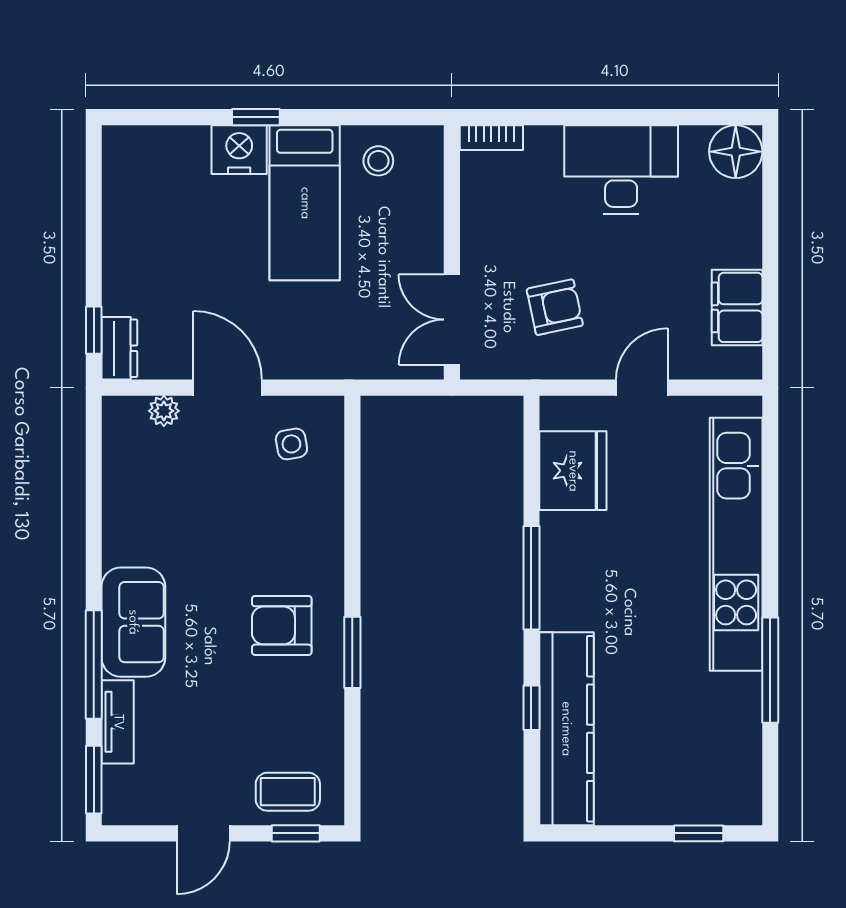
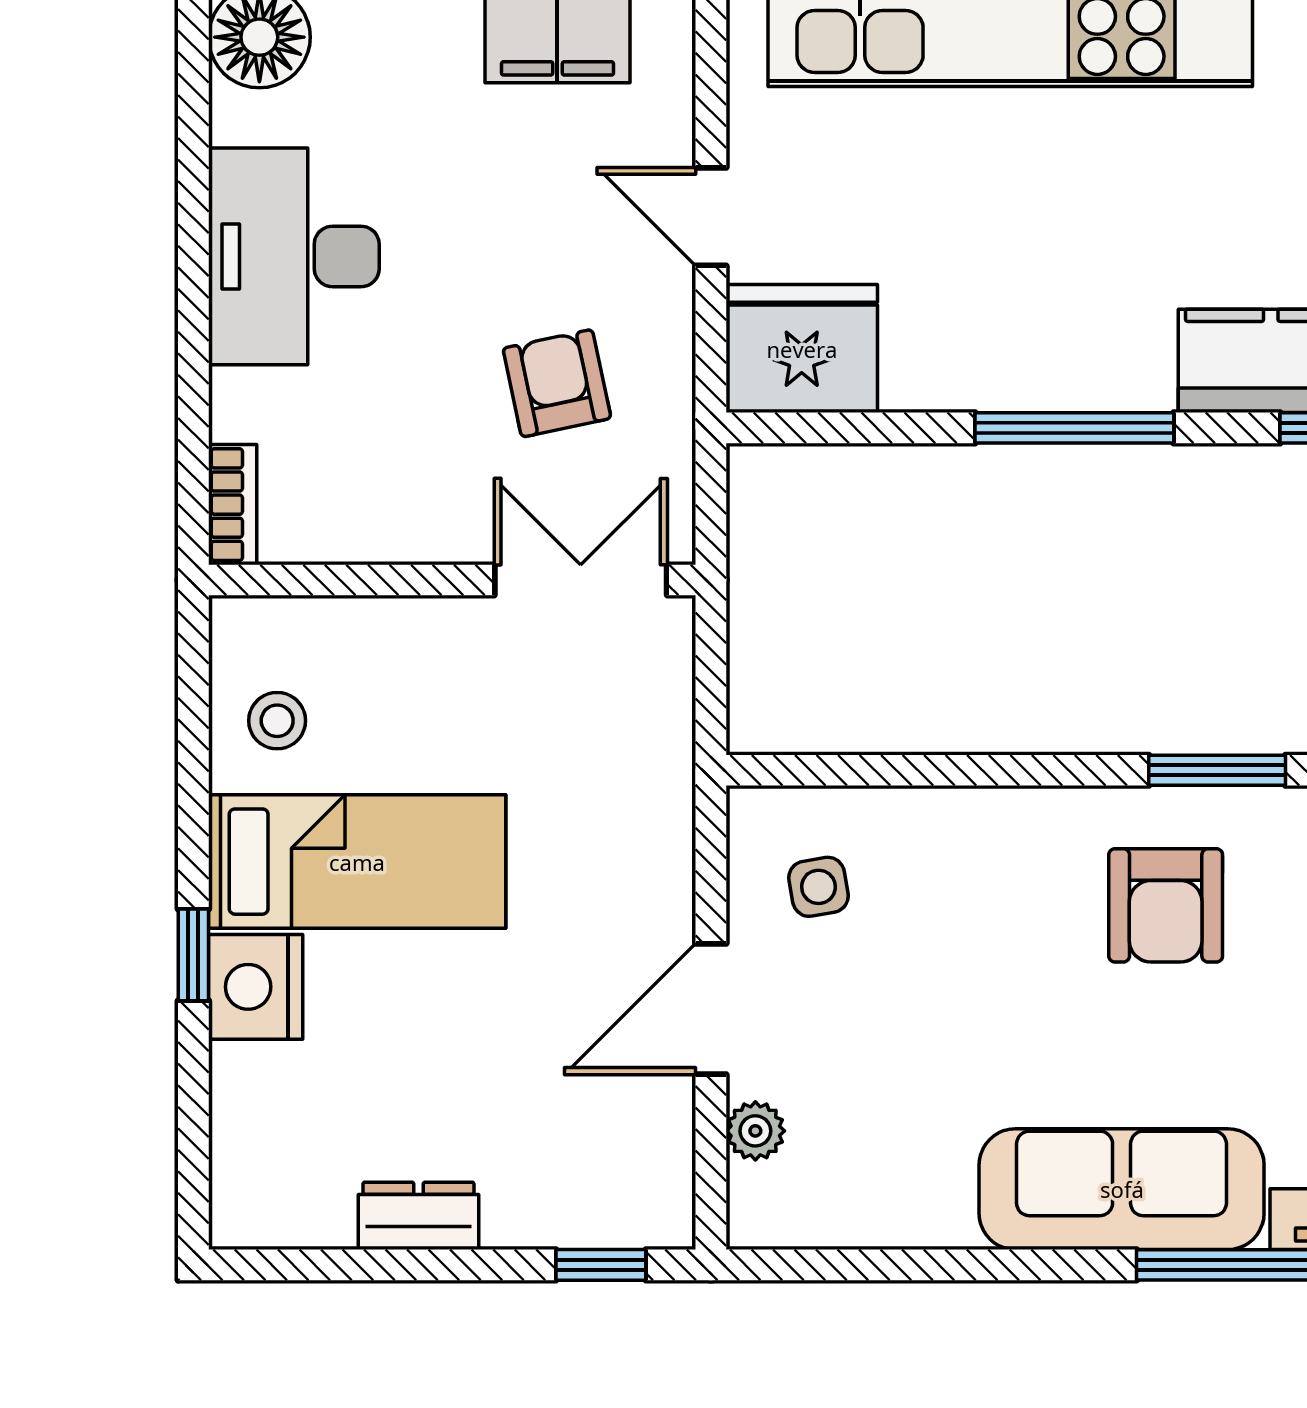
double door: (452, 320) -> (581, 580), swing flipped
dresser: (119, 348) -> (418, 1216), moved
fridge: (573, 471) -> (802, 349), moved
sofa: (133, 622) -> (1122, 1189), width x1.36

